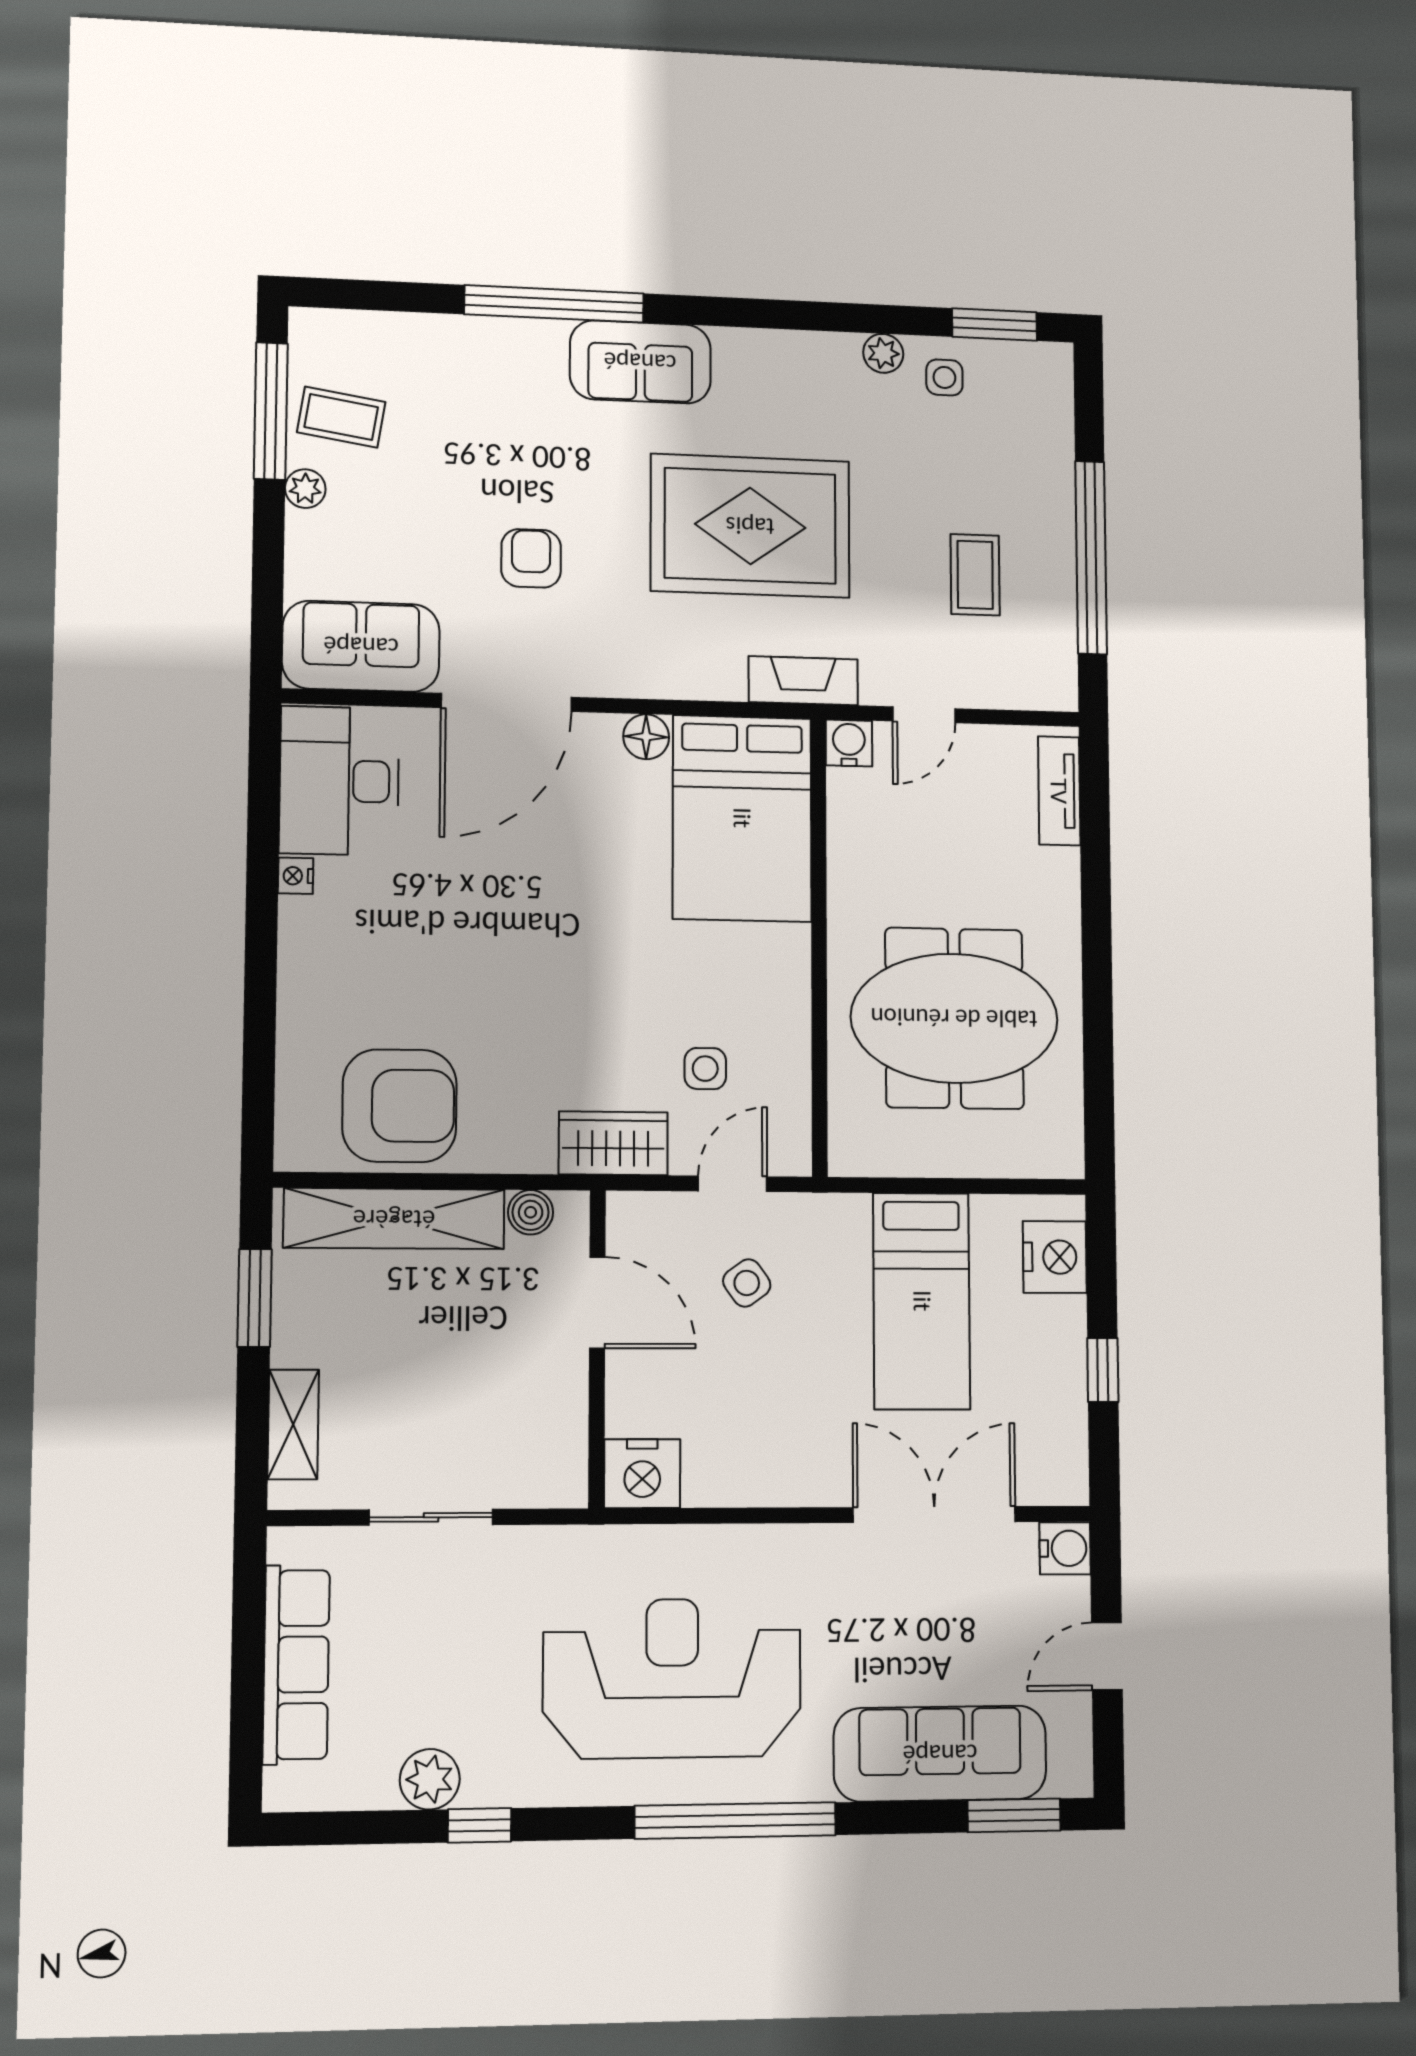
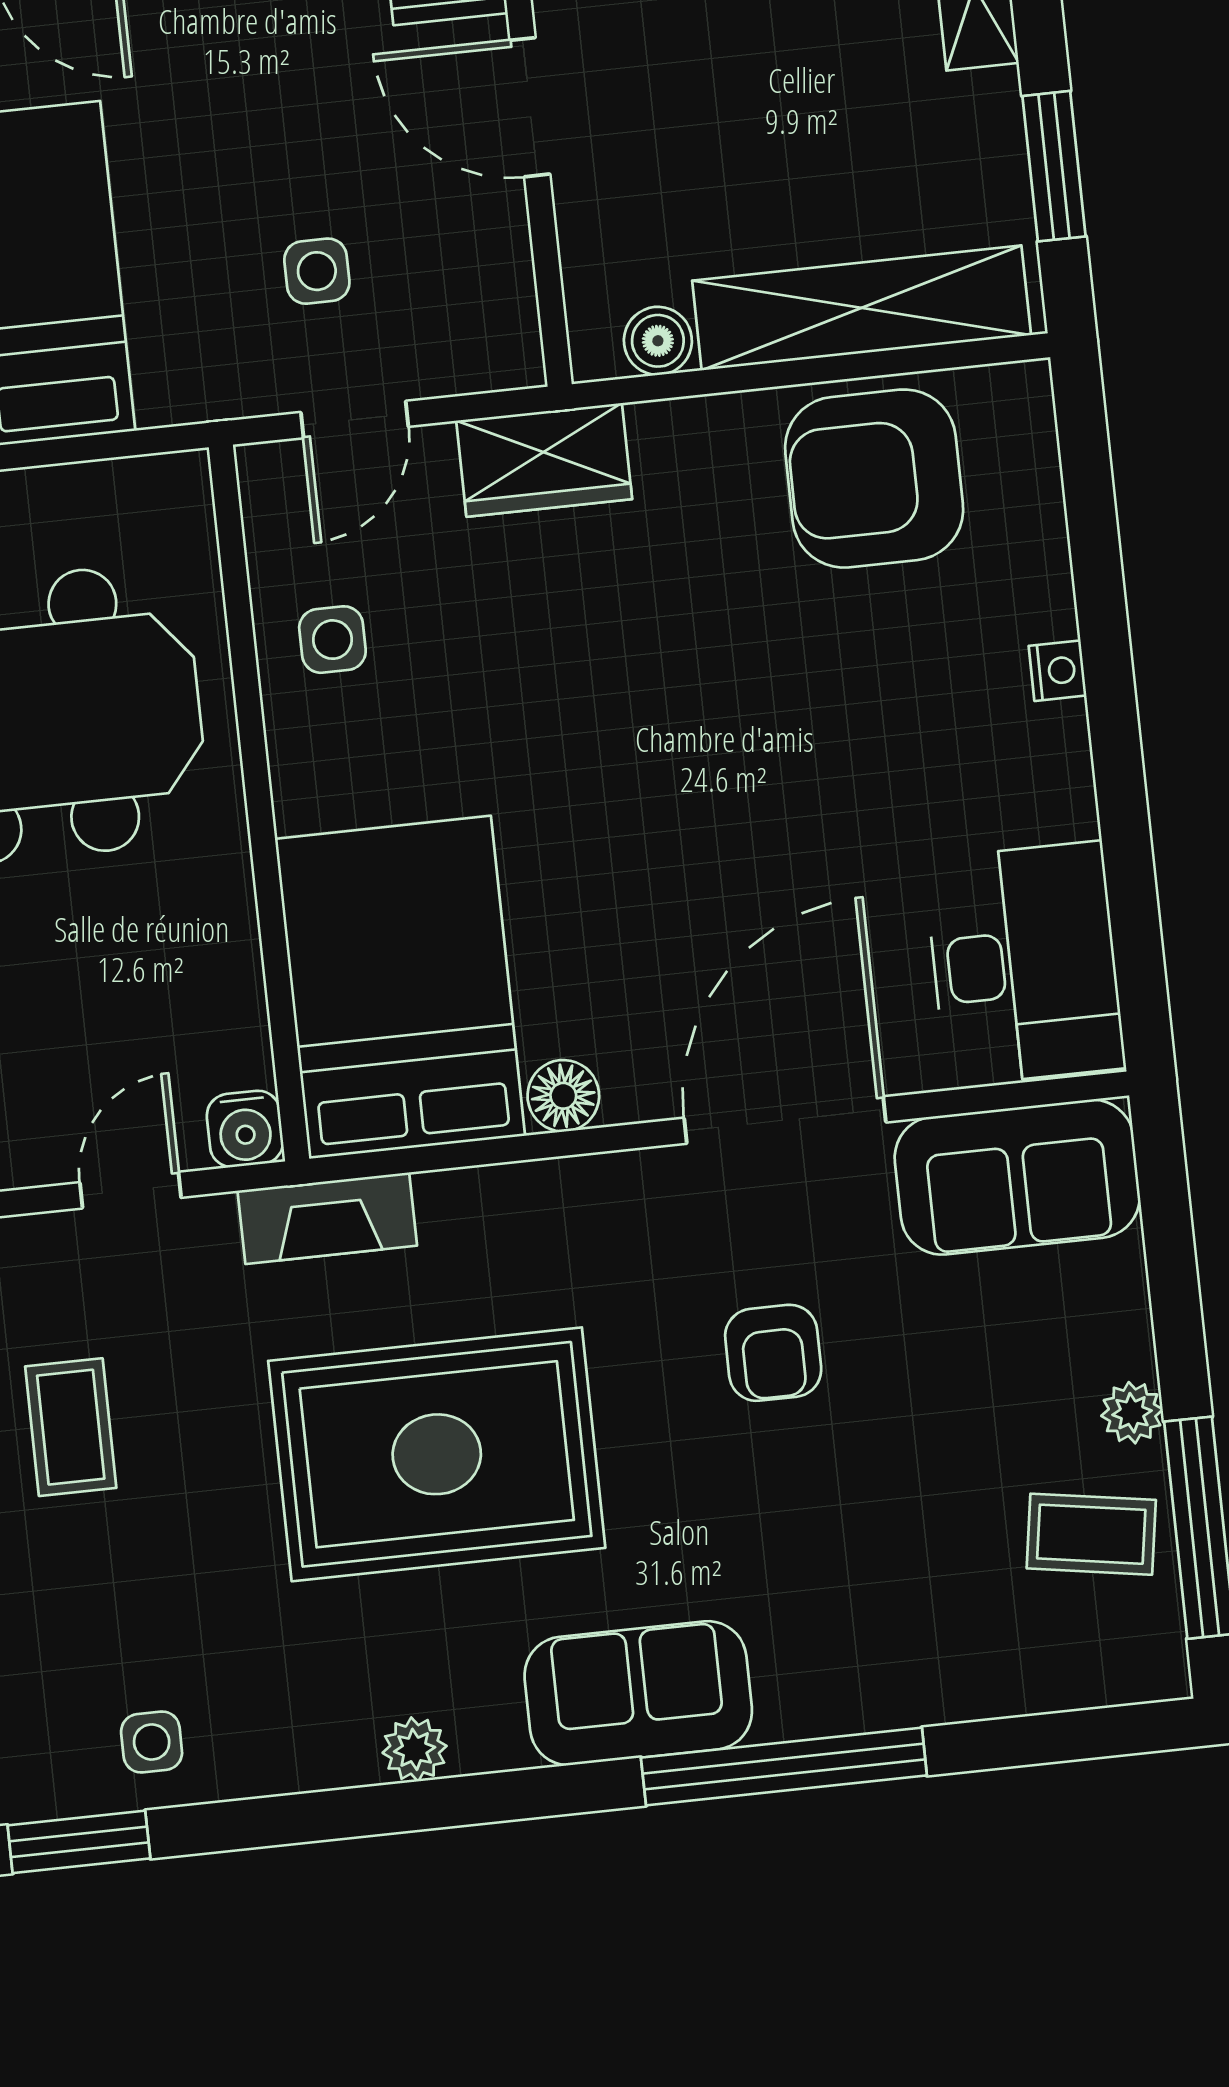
plant: (883, 353) -> (415, 1749), moved
nightstand: (296, 876) -> (1058, 671), moved
side table: (705, 1069) -> (332, 640), moved
side table: (747, 1283) -> (317, 271), turned 36
door: (597, 1302) -> (530, 107), moved

